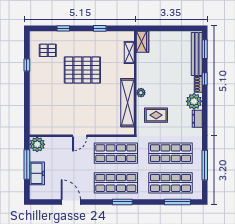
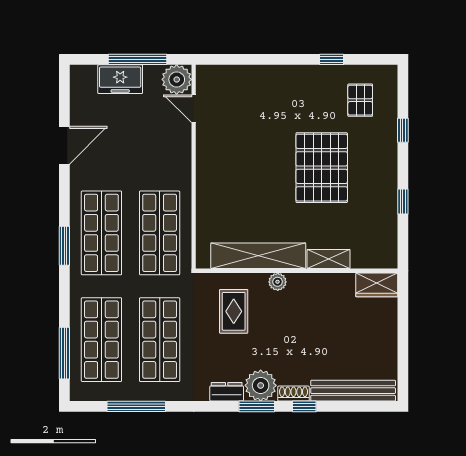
window: (205, 49) -> (257, 406), moved
shelving: (129, 53) -> (329, 259), moved
door: (80, 136) -> (194, 109), moved

